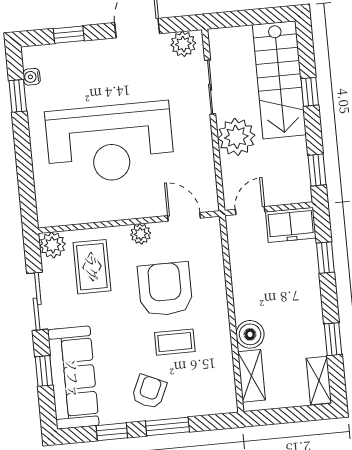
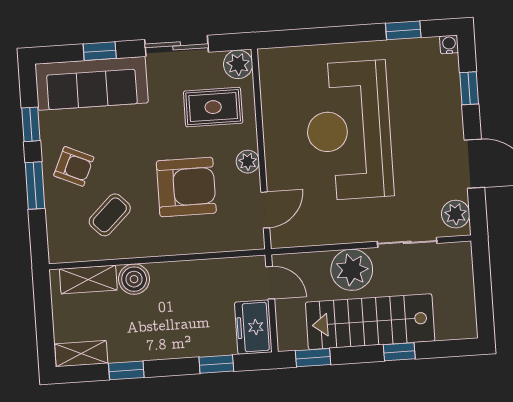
water cooler: (32, 77) -> (449, 44), moved
stairs: (279, 80) -> (370, 322), moved
coffee table: (175, 342) -> (110, 215), moved, turned 46

